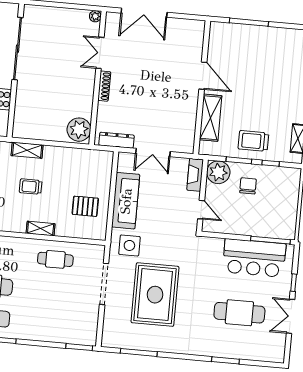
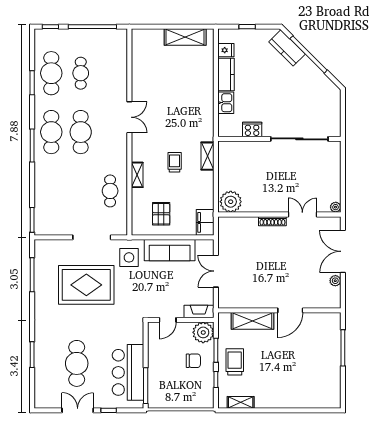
plant: (175, 24) -> (335, 281), added
dresser: (117, 140) -> (224, 237), removed
filing cabinet: (99, 159) -> (205, 222), added

